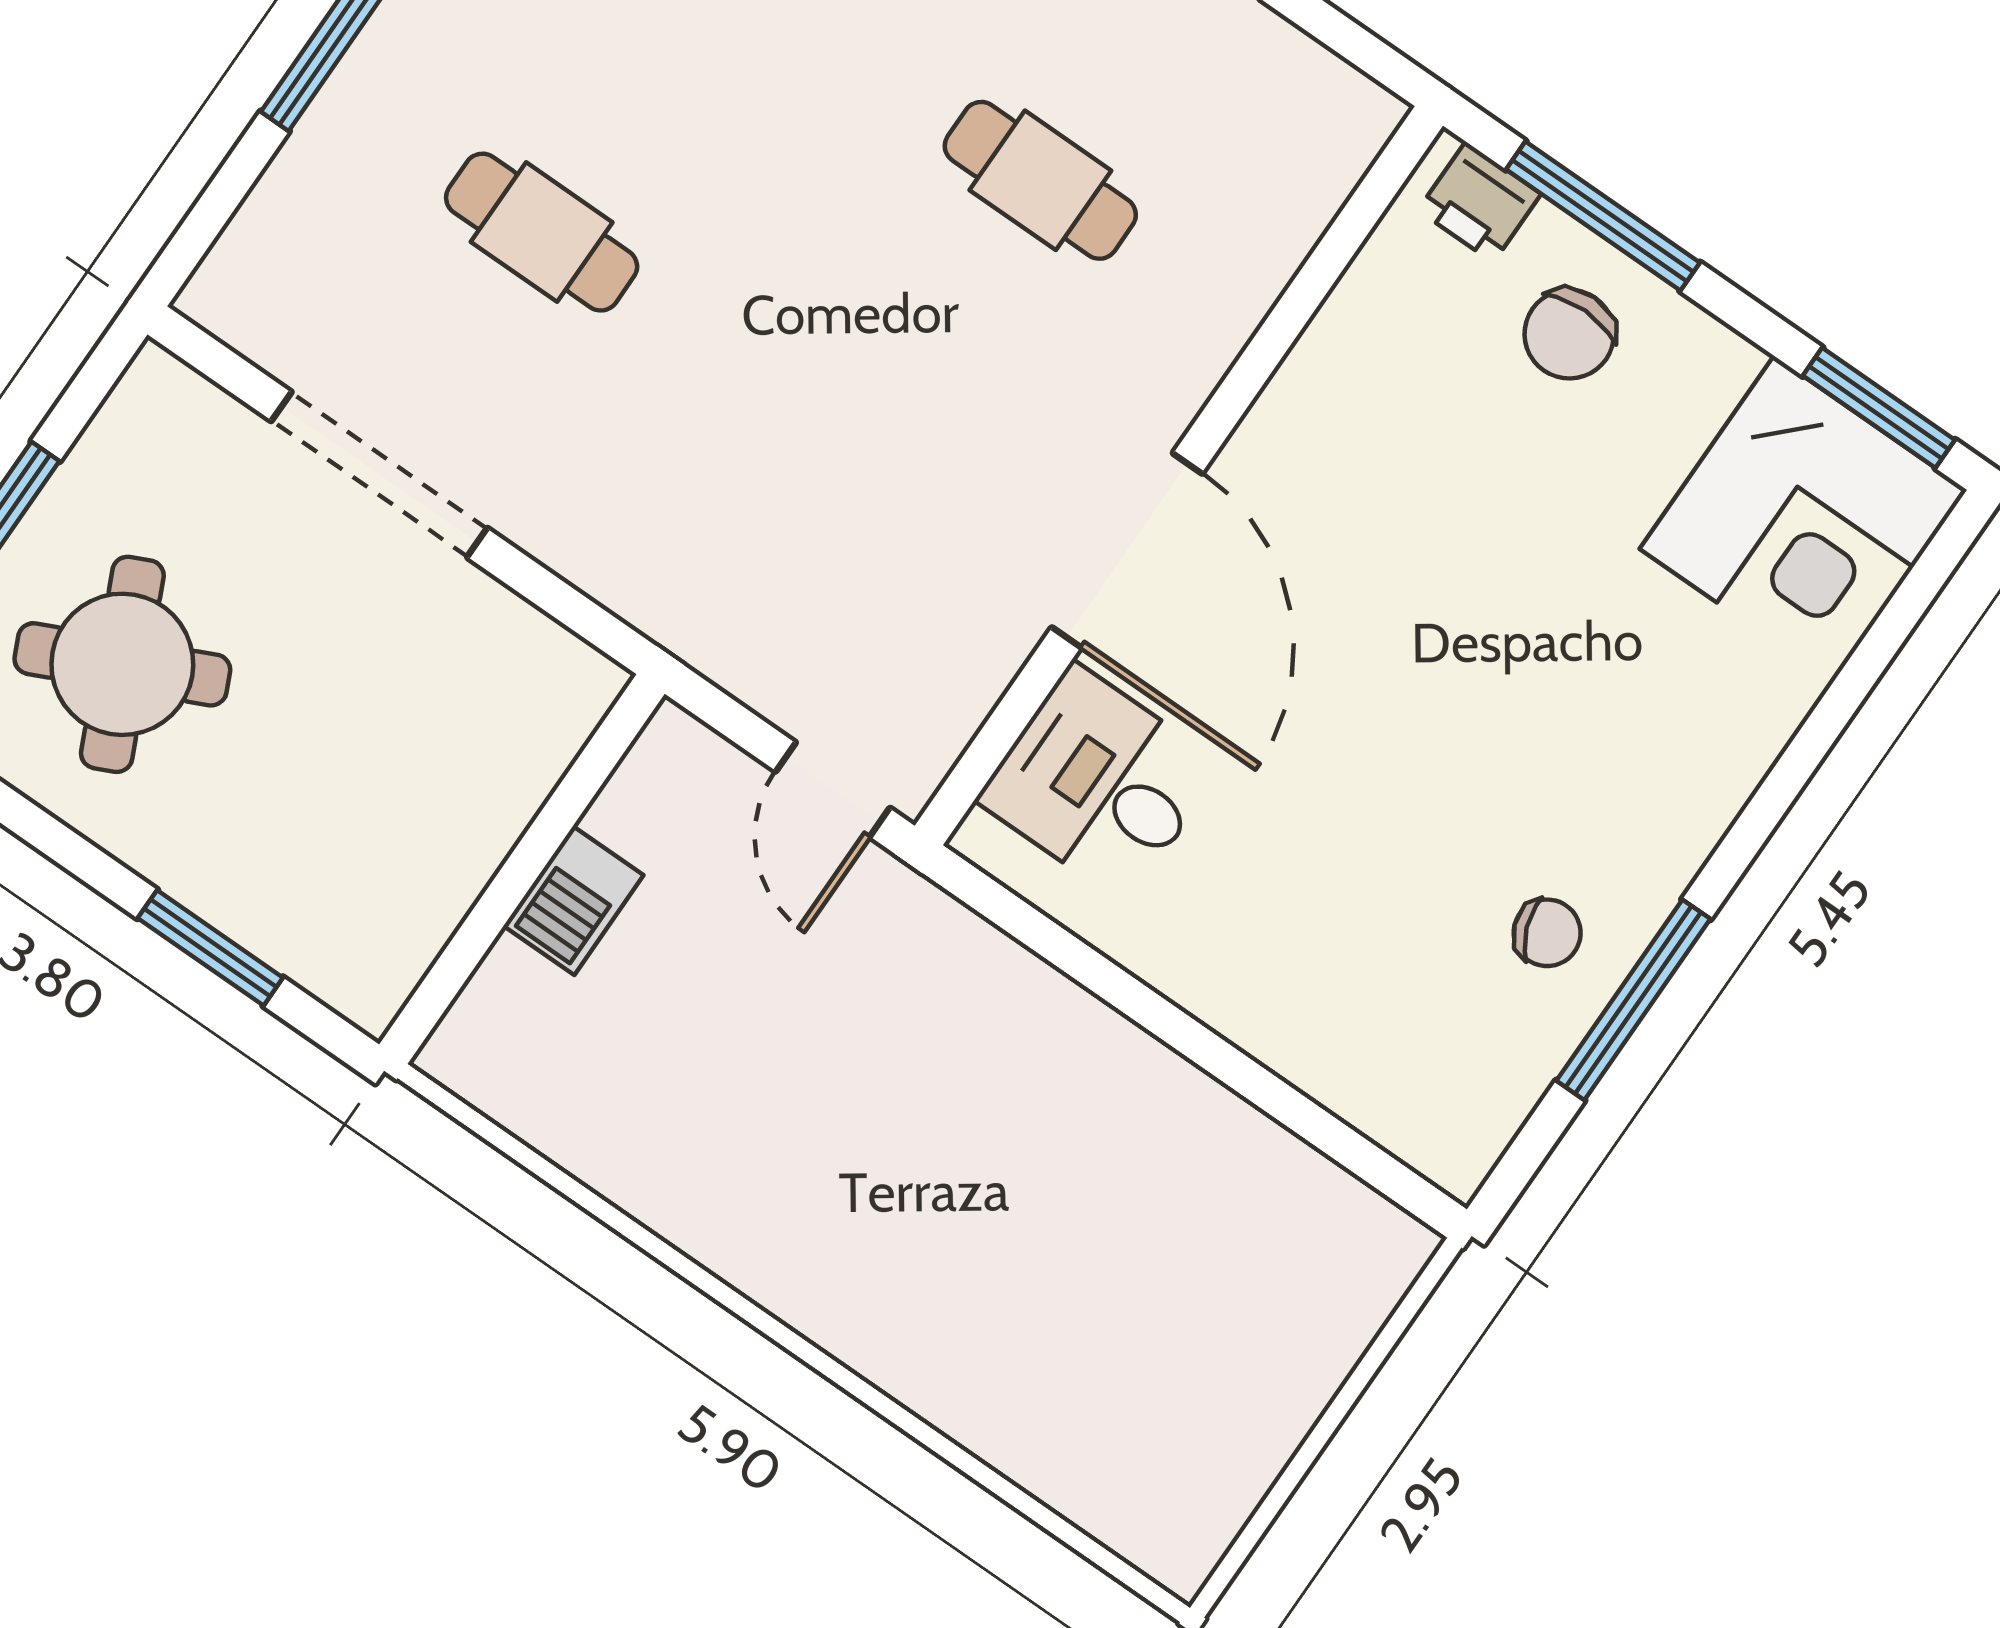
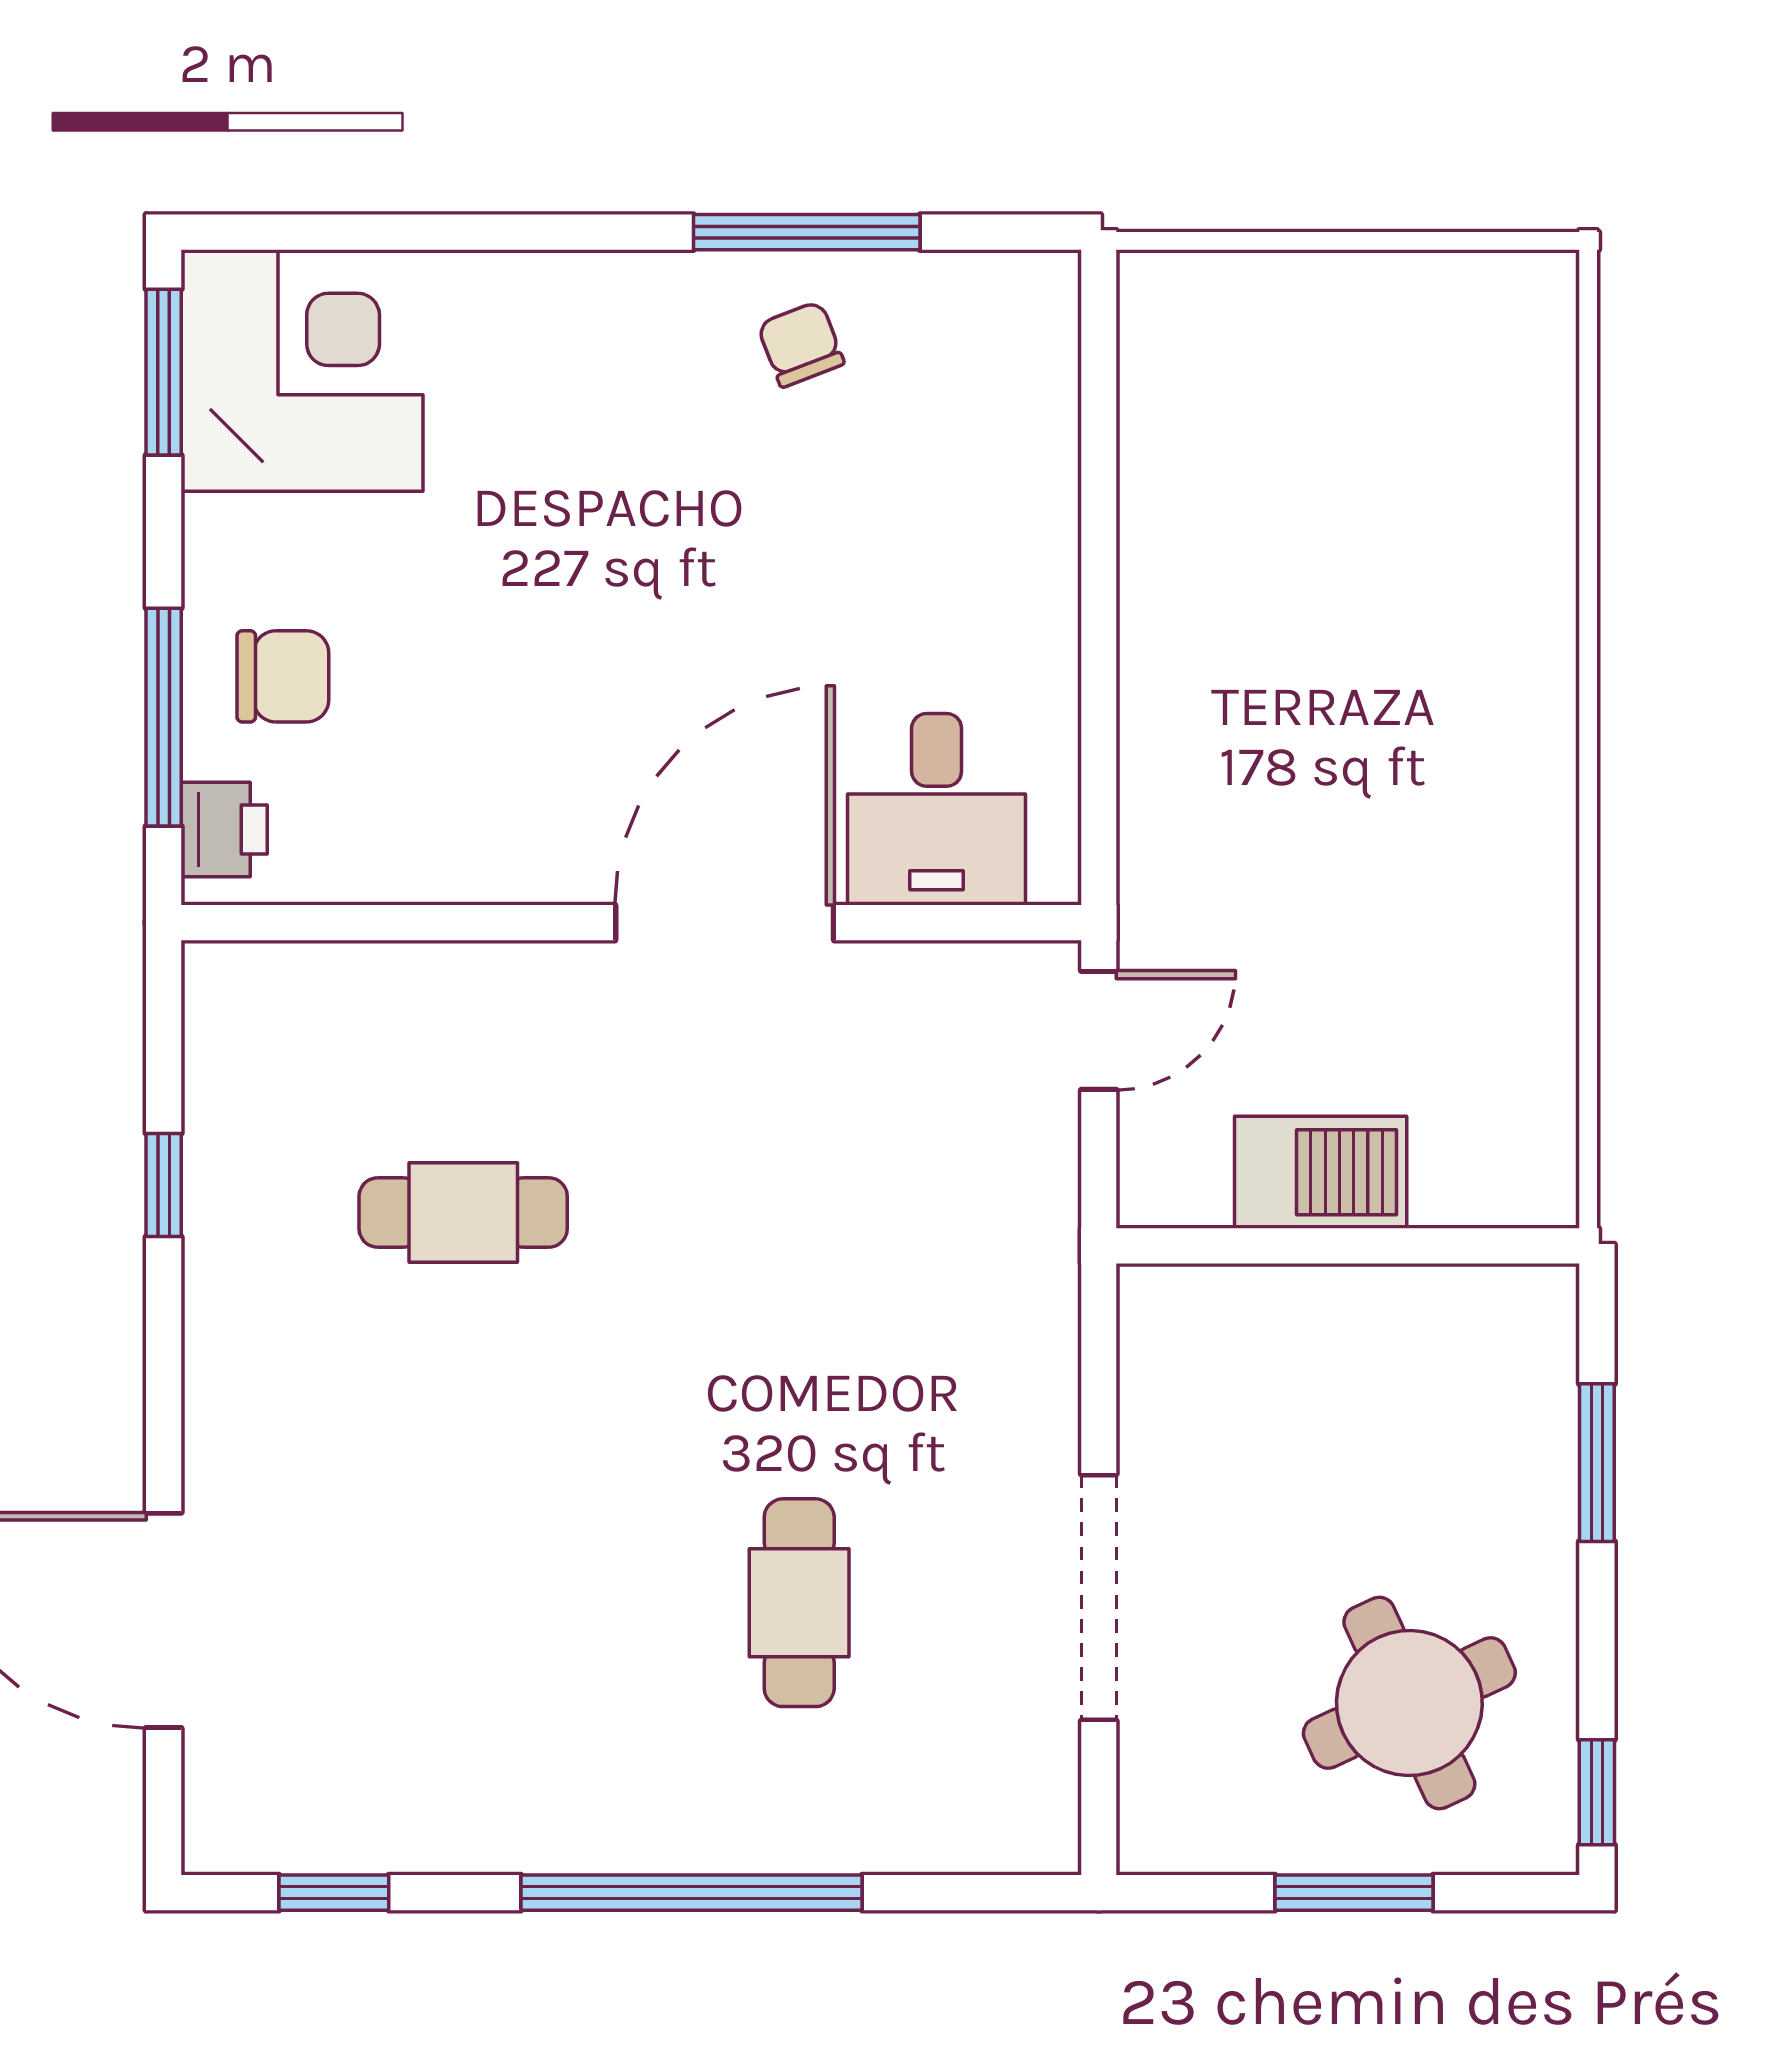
cafe table: (1040, 180) -> (463, 1213), turned 90
barbecue: (573, 901) -> (1321, 1172), width x1.38, depth x1.27

